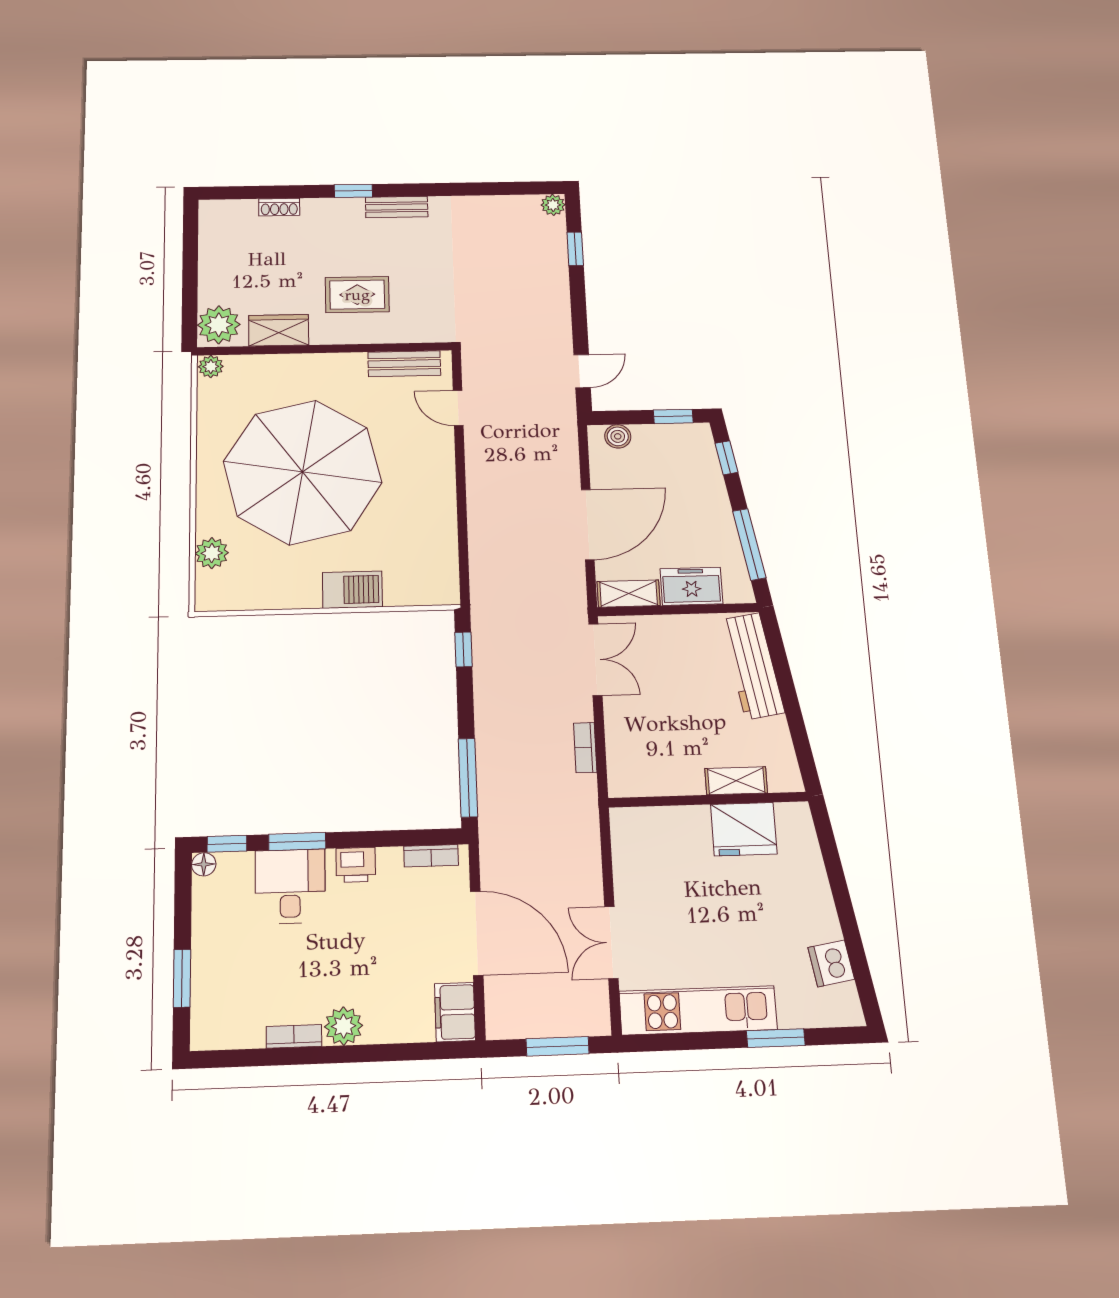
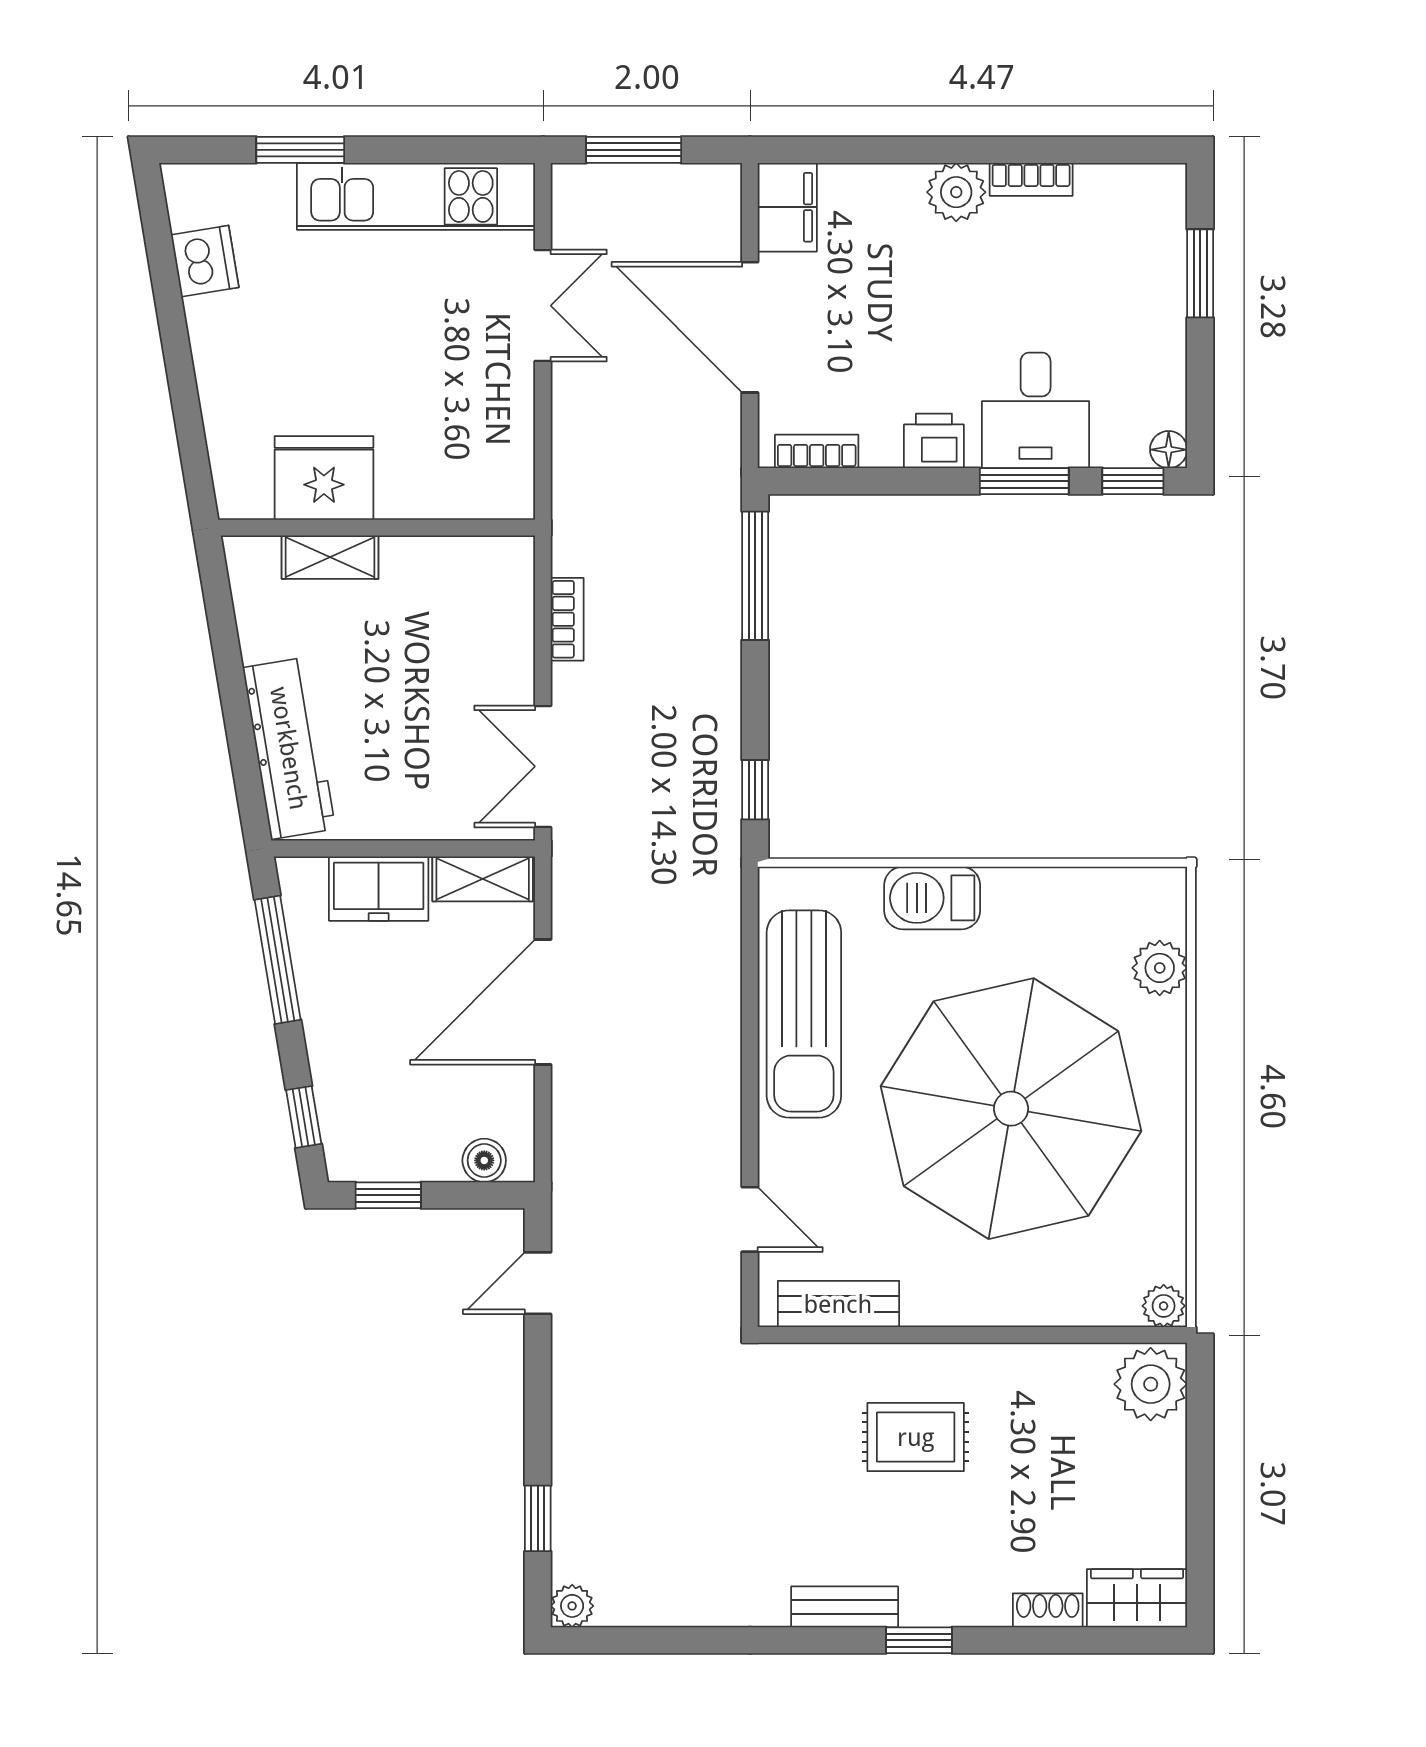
wardrobe: (279, 330) -> (1137, 1598), moved, turned 180
sun lounger: (429, 522) -> (804, 1014), added

